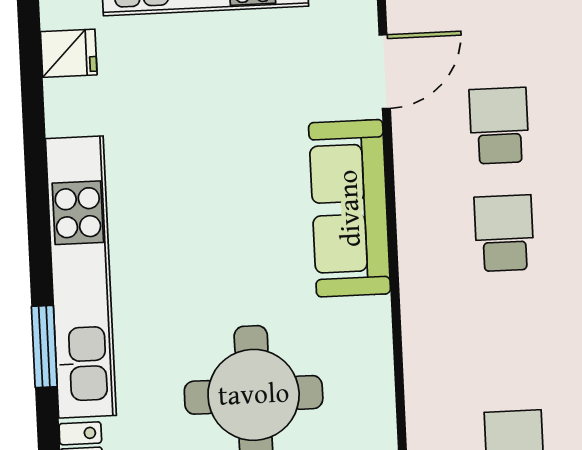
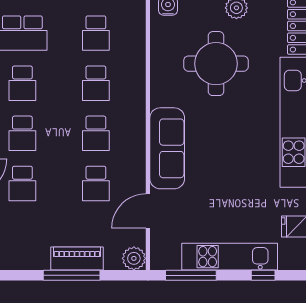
school desk: (509, 341) -> (96, 83), added

